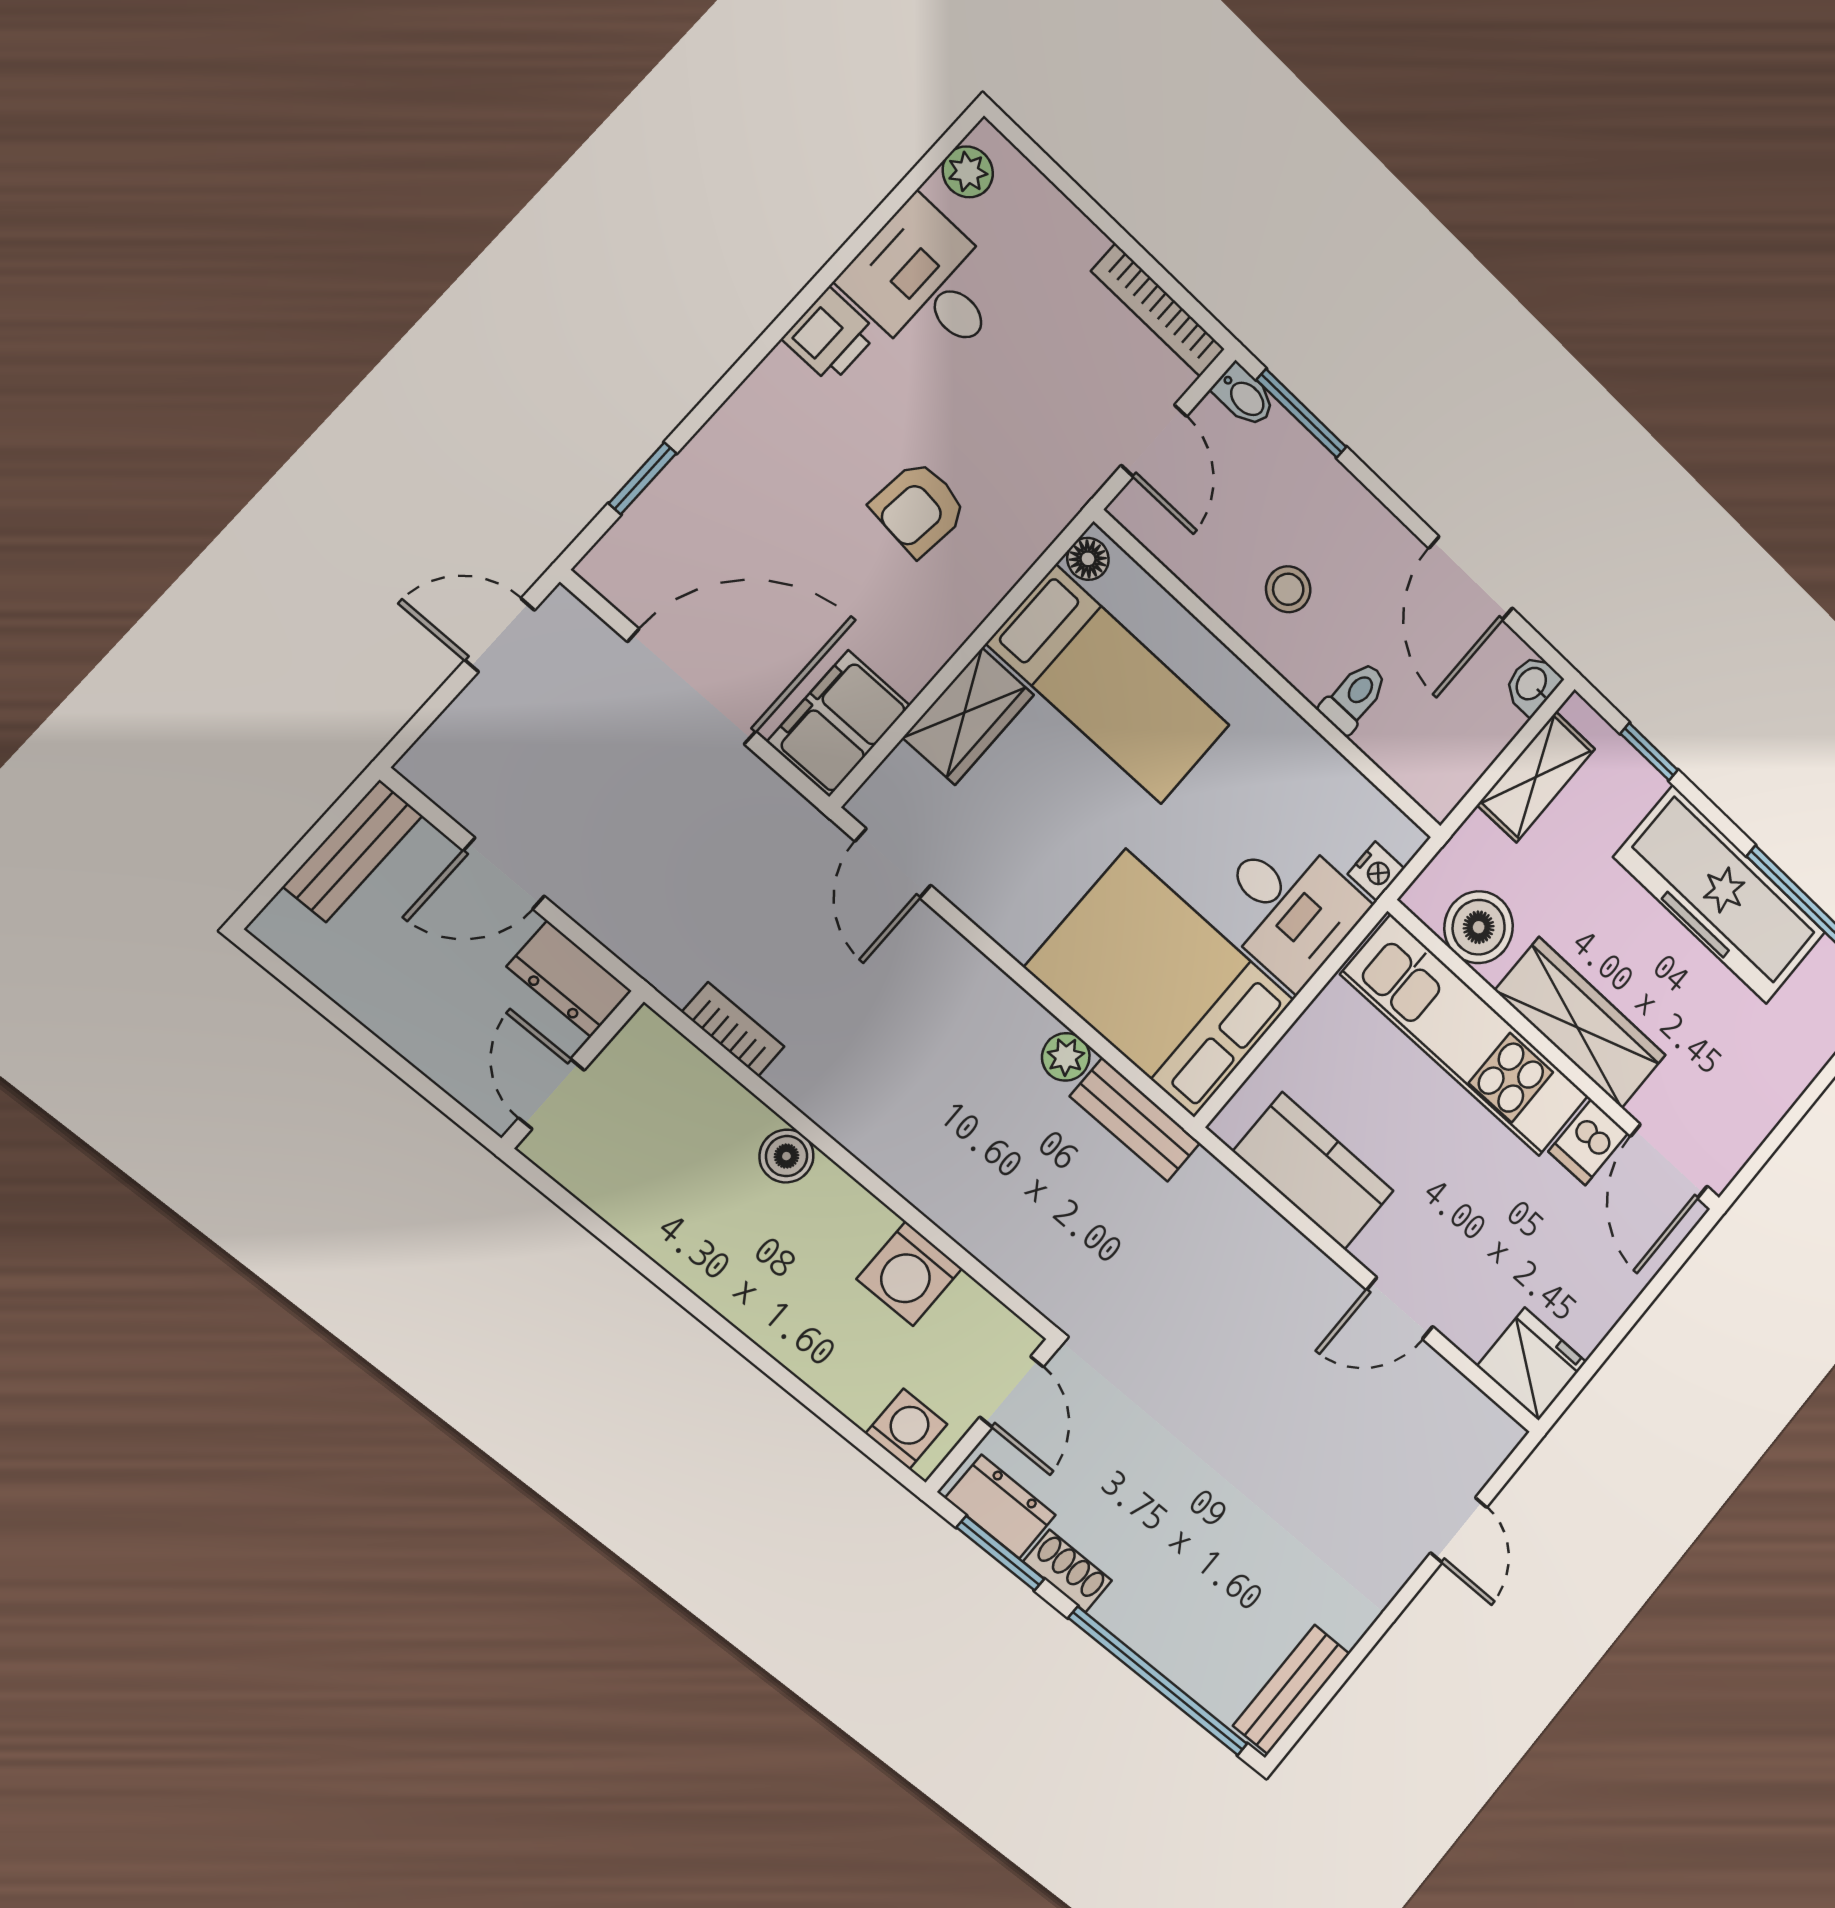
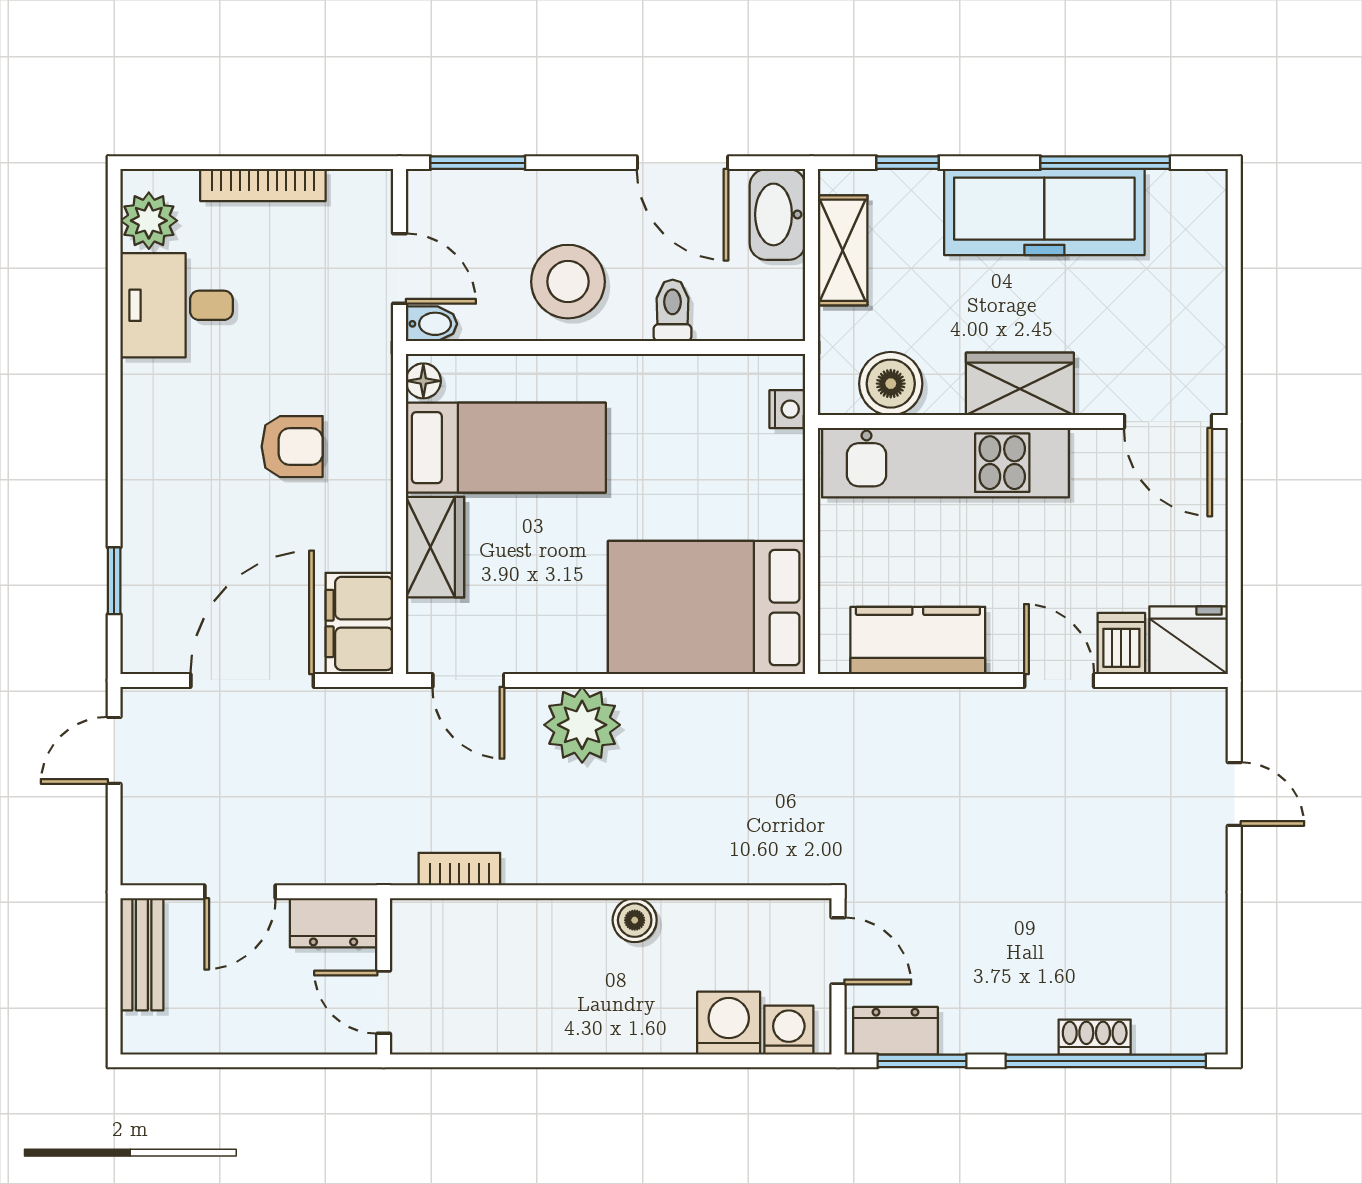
plant: (968, 172) -> (149, 221), width x1.38, depth x1.38
bookcase: (1158, 310) -> (263, 185), moved
printer: (830, 336) -> (147, 391), removed
bidet: (1244, 396) -> (431, 324), moved
armchair: (919, 508) -> (292, 447), turned -96
stool: (1288, 589) -> (568, 282), width x1.89, depth x1.89
washbasin: (1532, 685) -> (777, 214), width x1.91, depth x1.45
desk: (1289, 908) -> (749, 485), removed
wardrobe: (1581, 1023) -> (1020, 384), width x0.67
plant: (1066, 1057) -> (582, 725), moved, width x1.87, depth x1.87
bench: (1135, 1120) -> (767, 709), removed
dishwasher: (1588, 1142) -> (1121, 644), moved, turned 180
boiler: (786, 1156) -> (635, 920), moved
washing machine: (909, 1274) -> (729, 1023), moved, turned 180
door: (1400, 1308) -> (1059, 680), swing flipped
shoe rack: (1067, 1571) -> (1095, 1037), moved
bench: (1291, 1690) -> (1207, 994), removed

